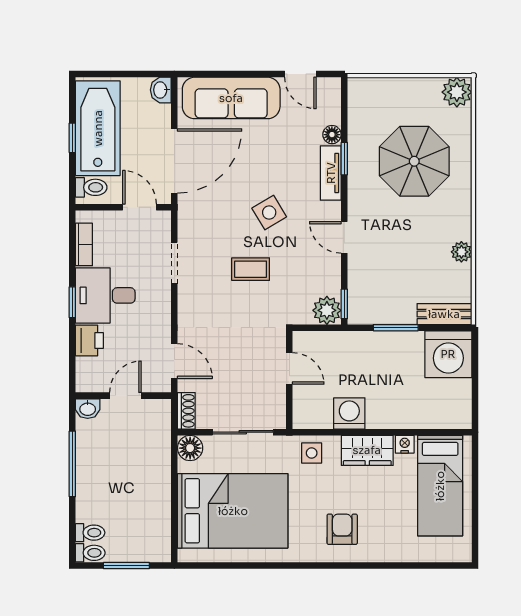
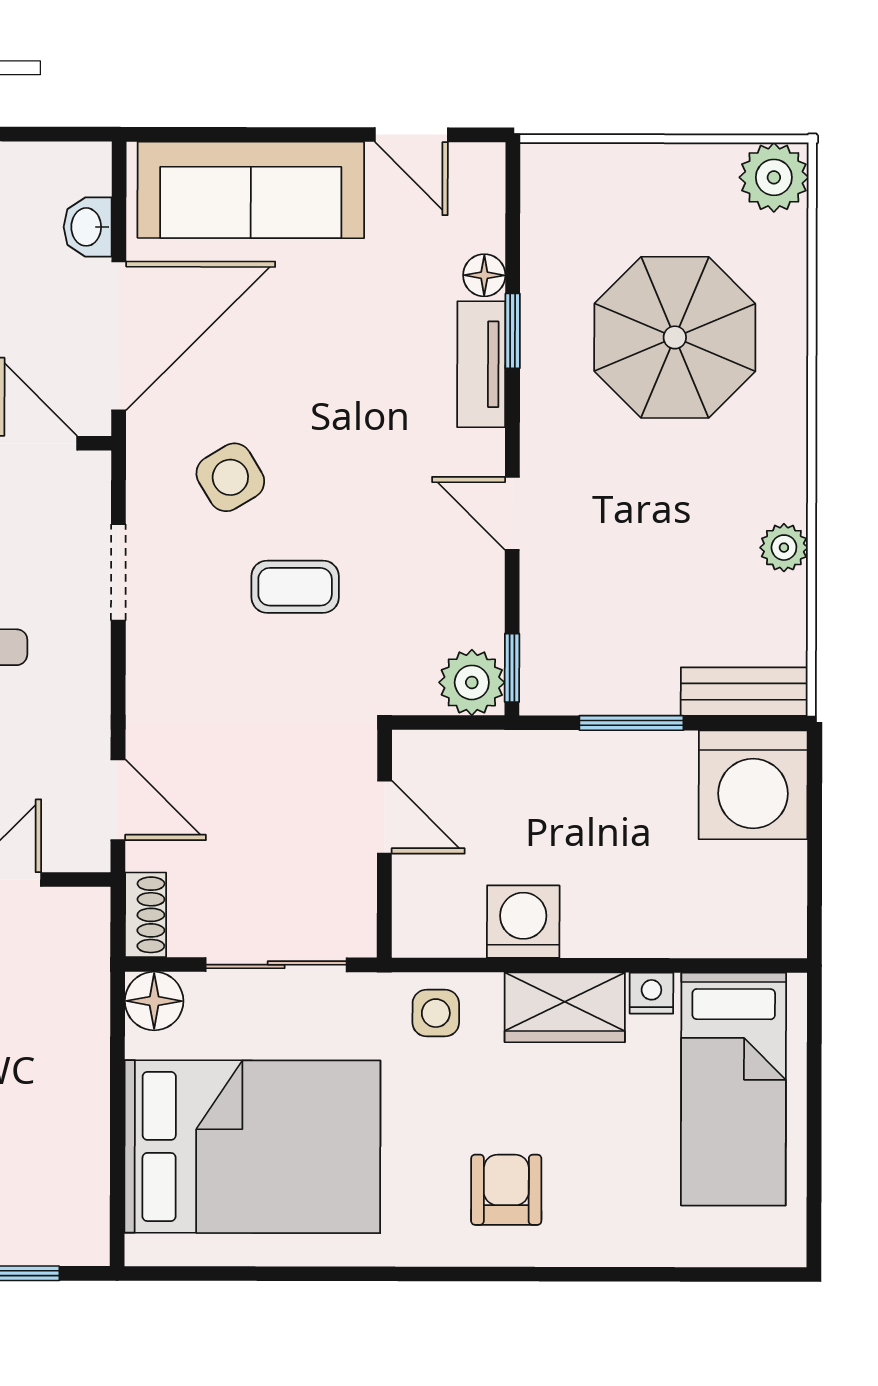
washbasin: (161, 90) -> (88, 227), moved
side table: (269, 213) -> (230, 477), moved

